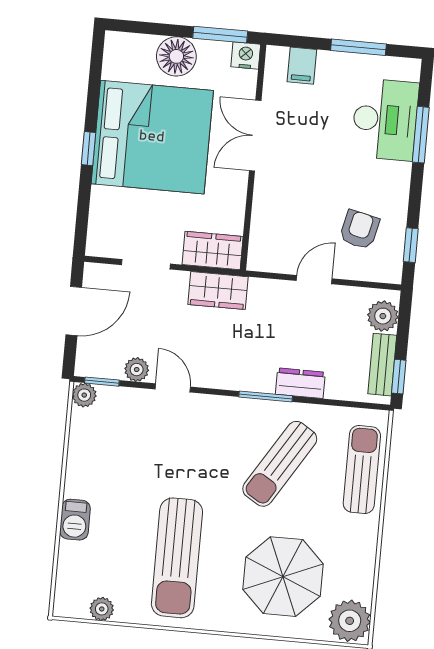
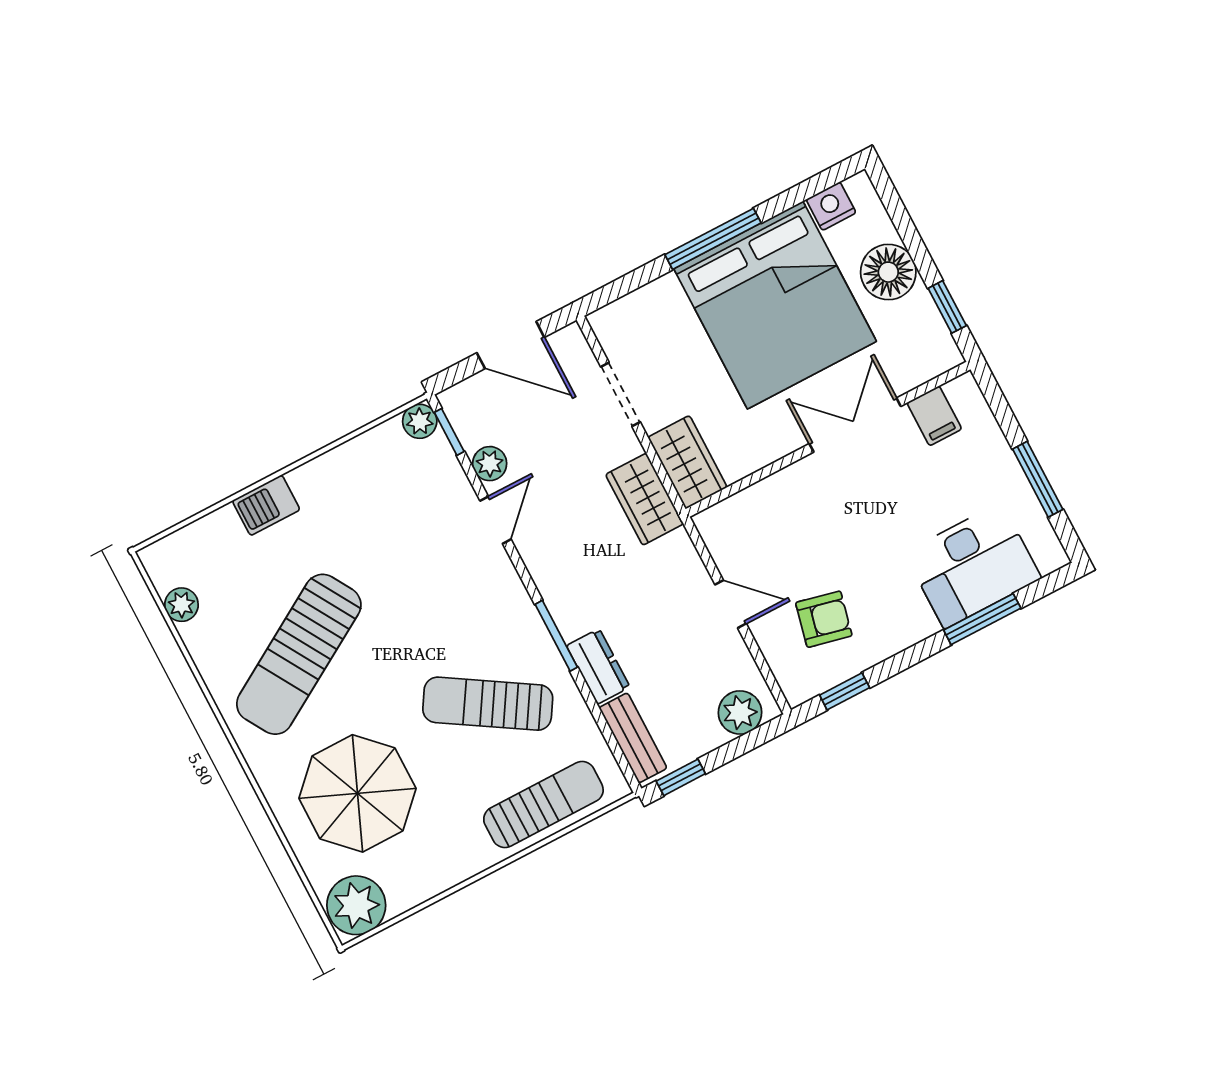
window: (220, 35) -> (947, 307), width x0.67
nightstand: (246, 56) -> (831, 206), moved, turned -90
filing cabinet: (302, 66) -> (934, 416), moved, turned -90
window: (88, 149) -> (713, 239), width x2.17
bench: (382, 365) -> (633, 738), moved, turned 90
sun lounger: (177, 558) -> (299, 654), turned -31

